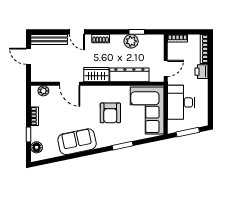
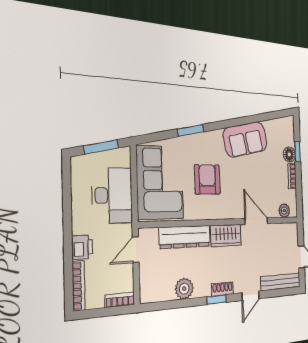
door: (77, 32) -> (250, 296), swing flipped
window: (137, 32) -> (216, 300), moved
floor lamp: (37, 147) -> (289, 154), moved

